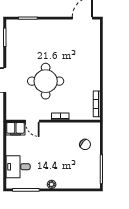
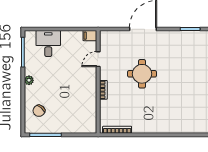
round table: (46, 81) -> (142, 74), width x0.73, depth x0.73
filing cabinet: (15, 129) -> (90, 36), width x0.50
chair: (85, 144) -> (39, 111), moved

